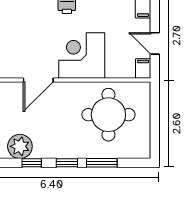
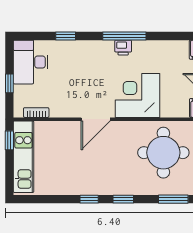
plant: (20, 146) -> (78, 183), removed
window: (102, 163) -> (173, 199), moved

